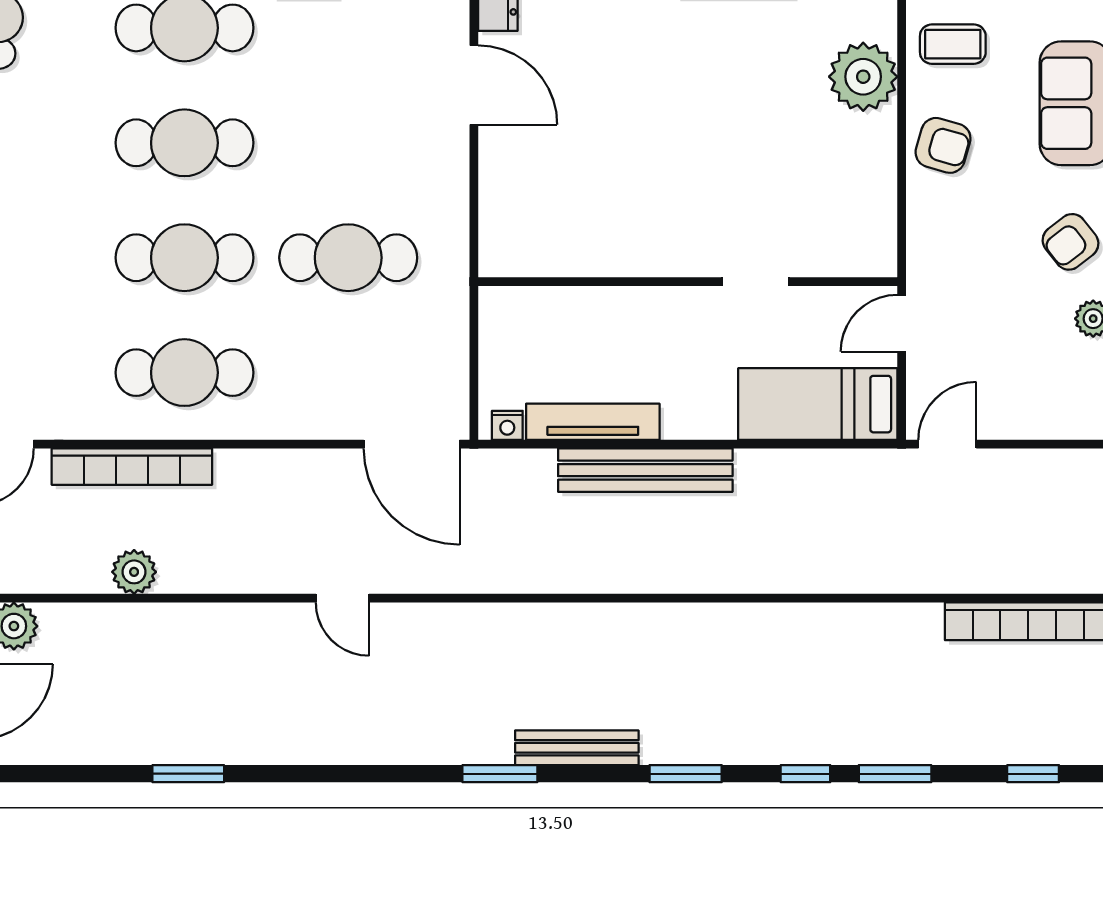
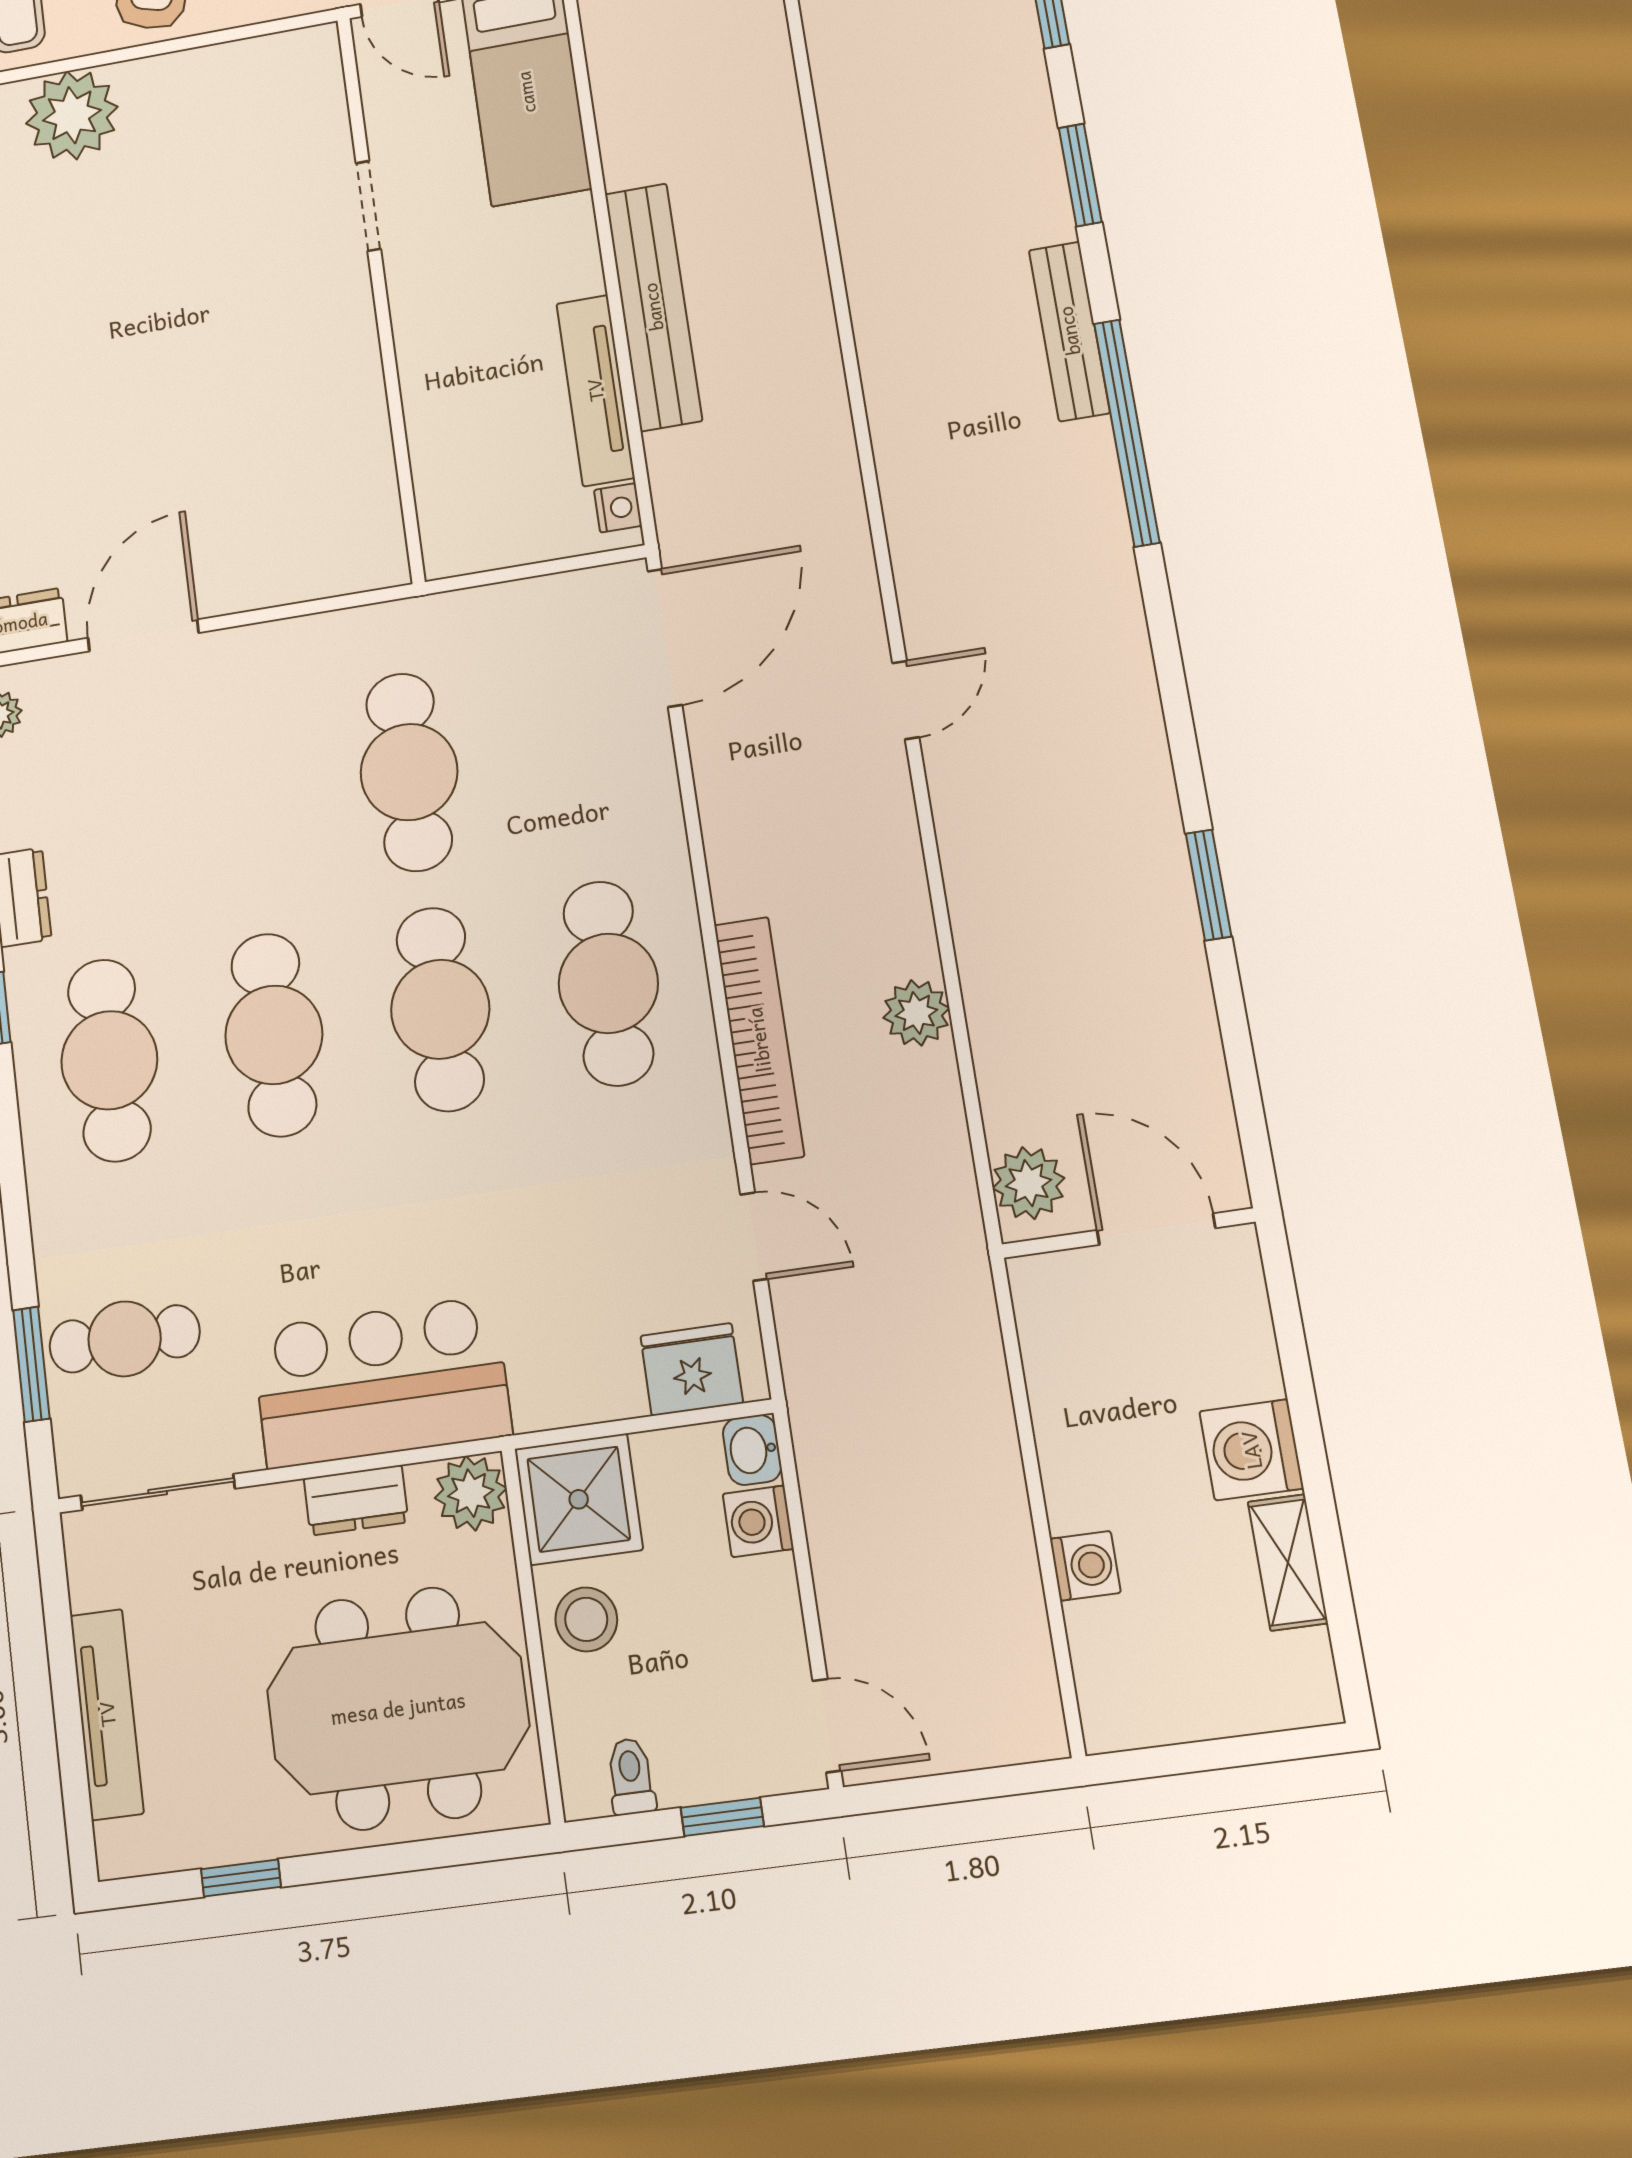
window: (500, 774) -> (1127, 433), width x2.11

